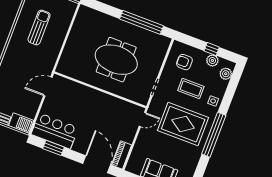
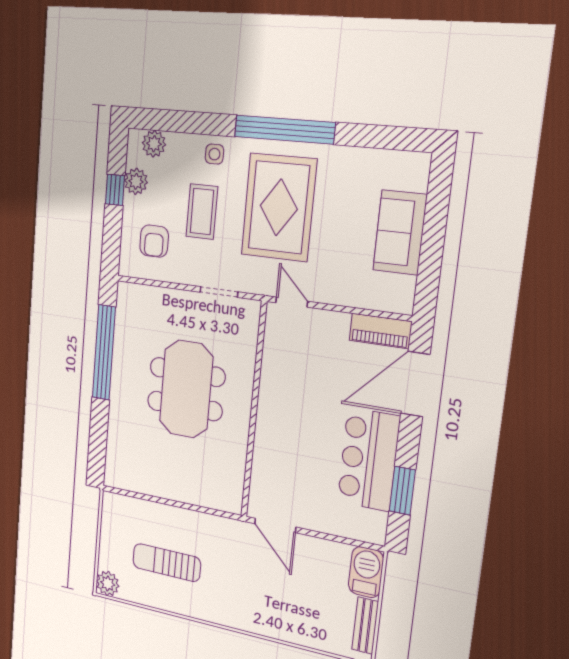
bar counter: (55, 131) -> (369, 459), moved

